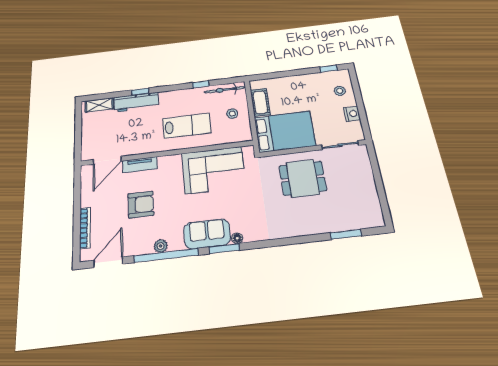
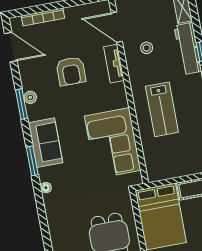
stool: (232, 114) -> (147, 48), moved
floor lamp: (237, 238) -> (46, 188), moved
window: (166, 255) -> (21, 104), width x0.47

